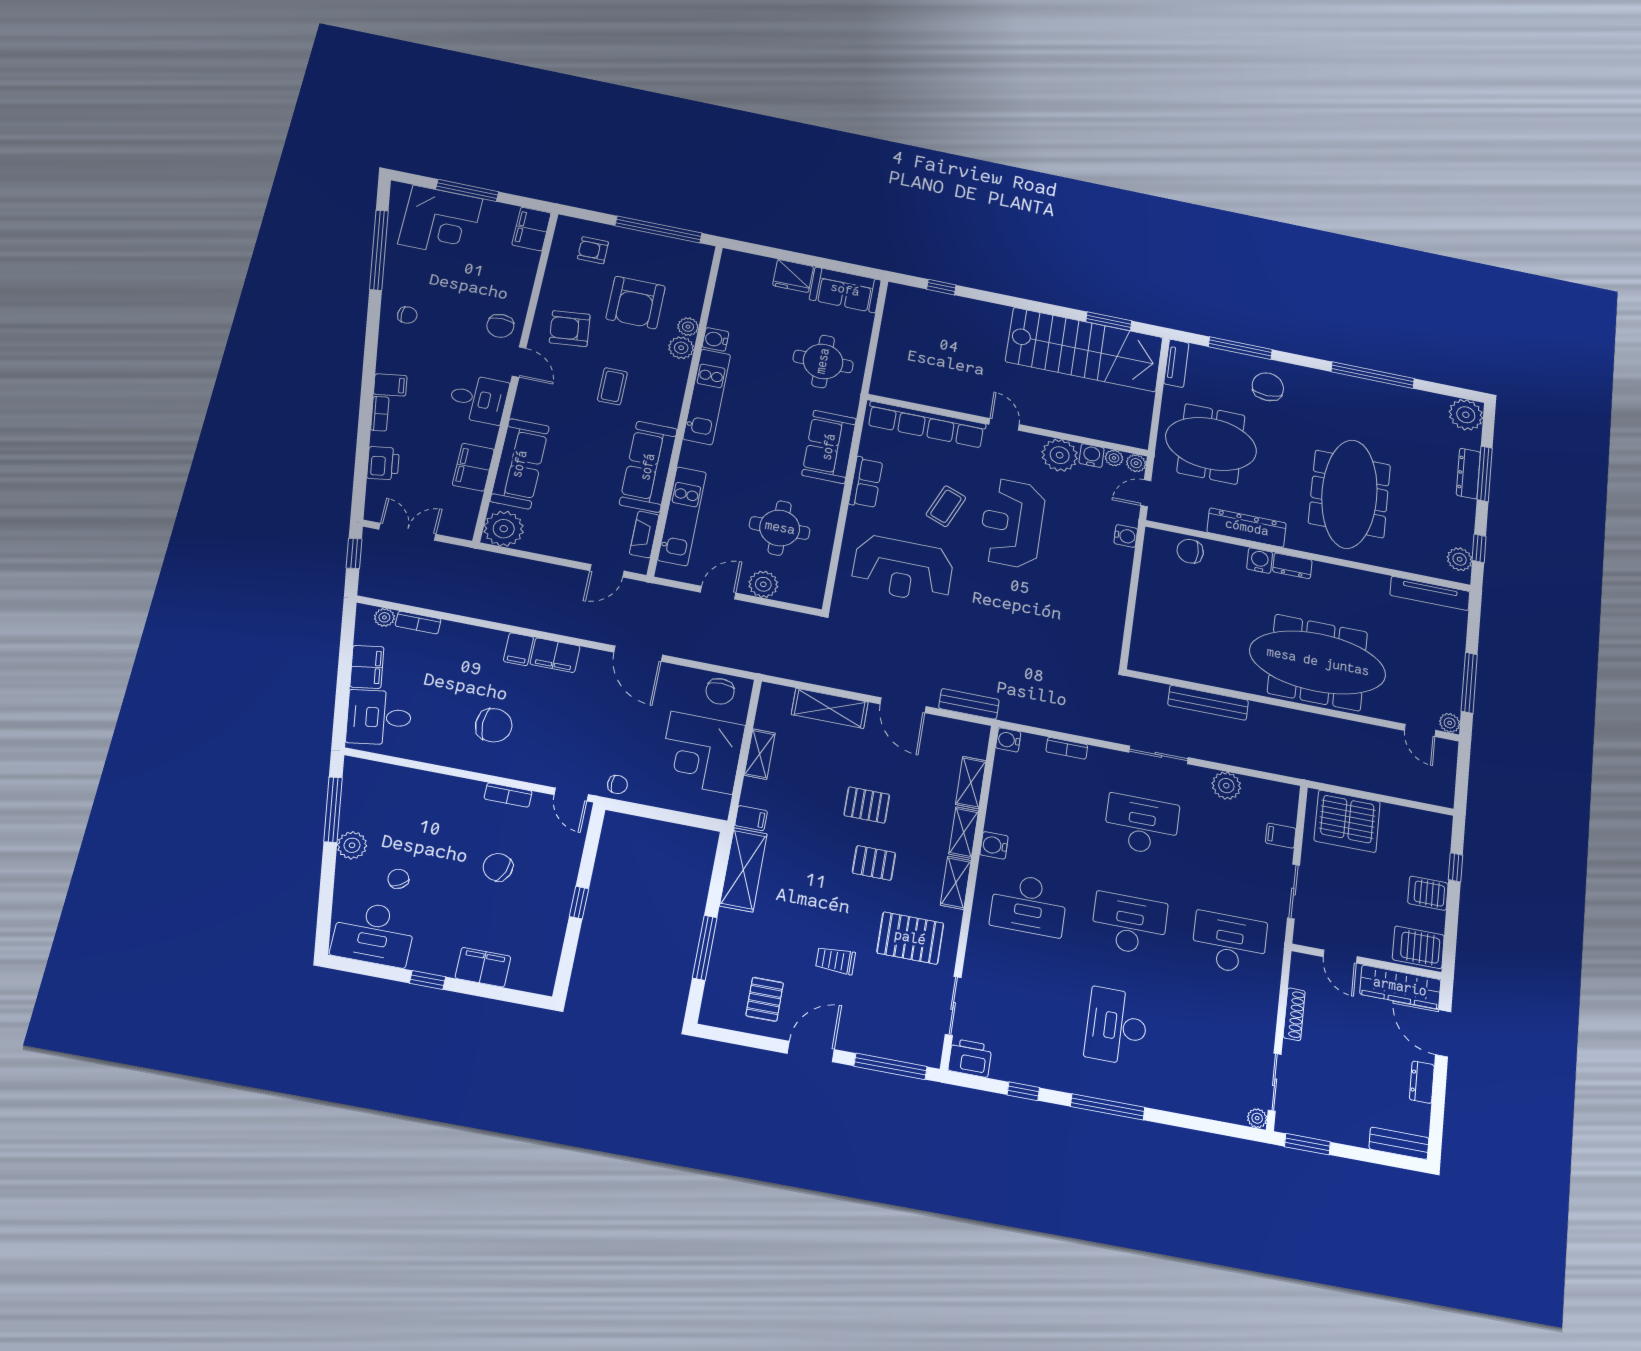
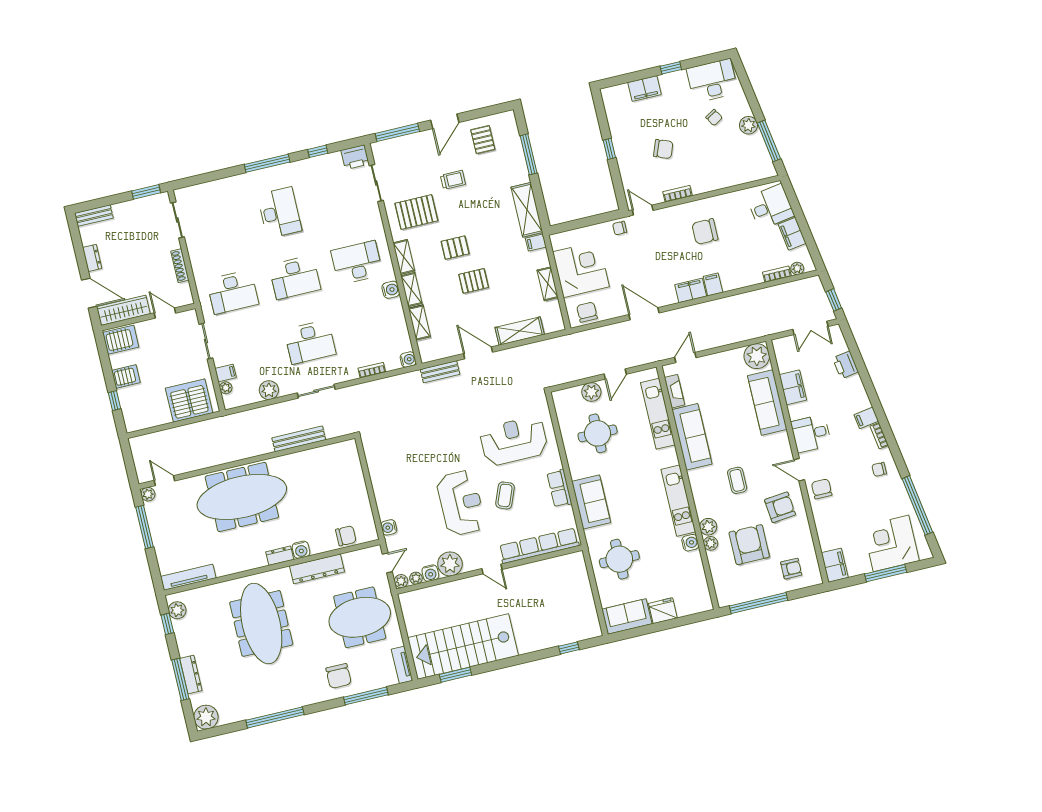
bookcase: (380, 414) -> (879, 436), moved
plant: (1257, 1118) -> (226, 388), moved

